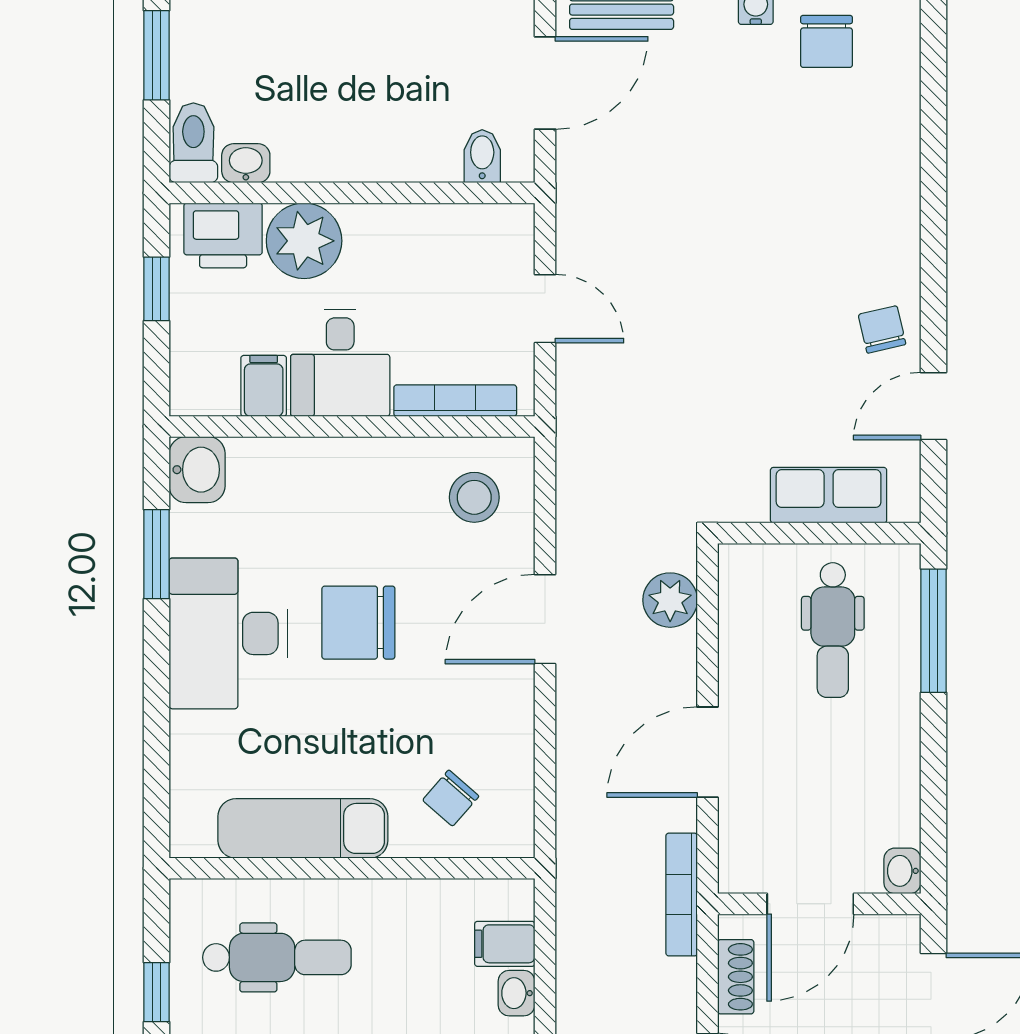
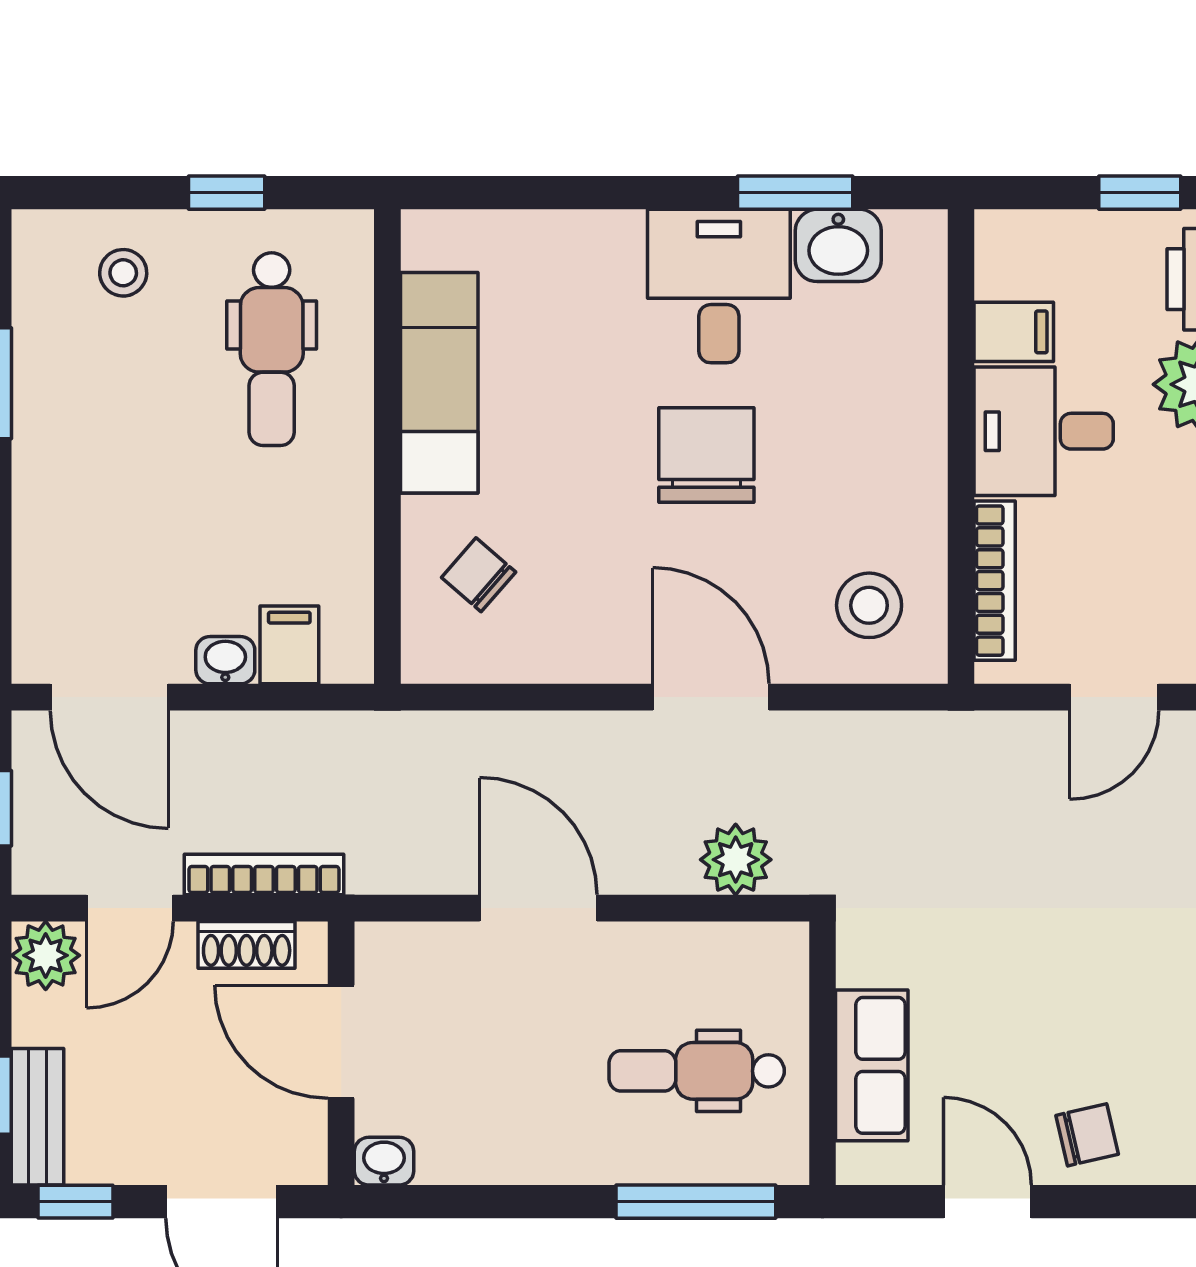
washbasin: (197, 470) -> (838, 245), moved
desk: (228, 633) -> (719, 286), width x0.73
bookcase: (682, 895) -> (264, 875), moved

